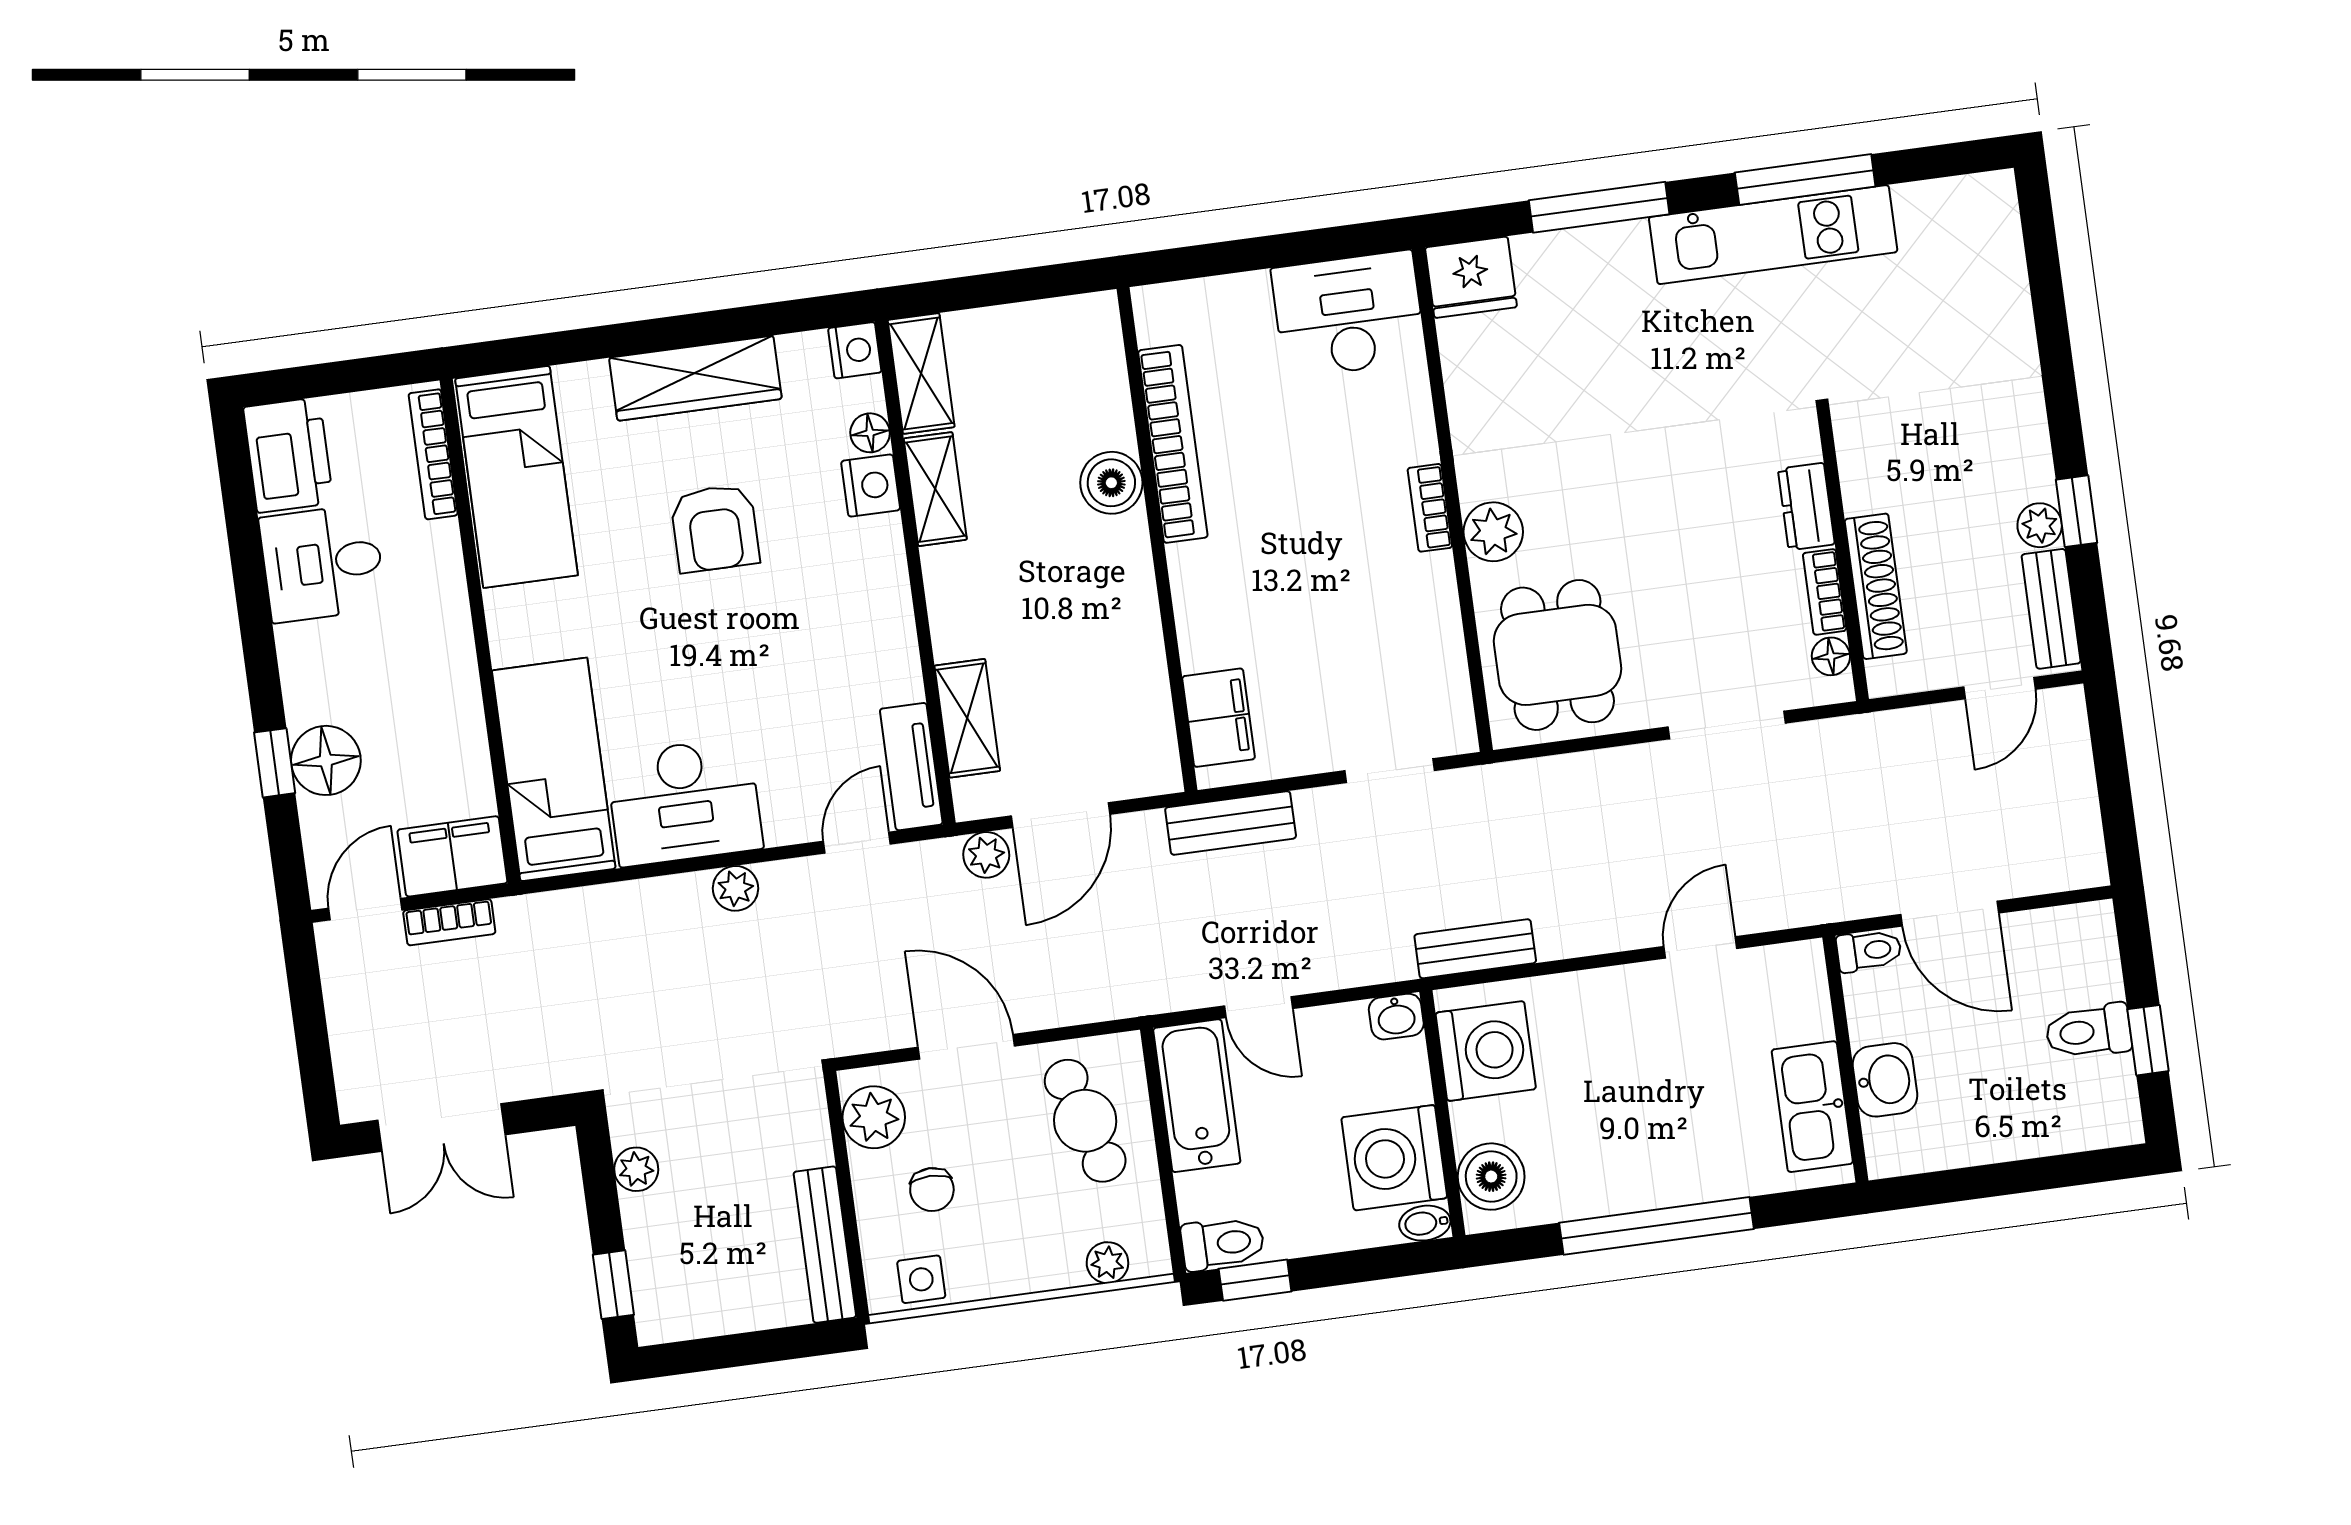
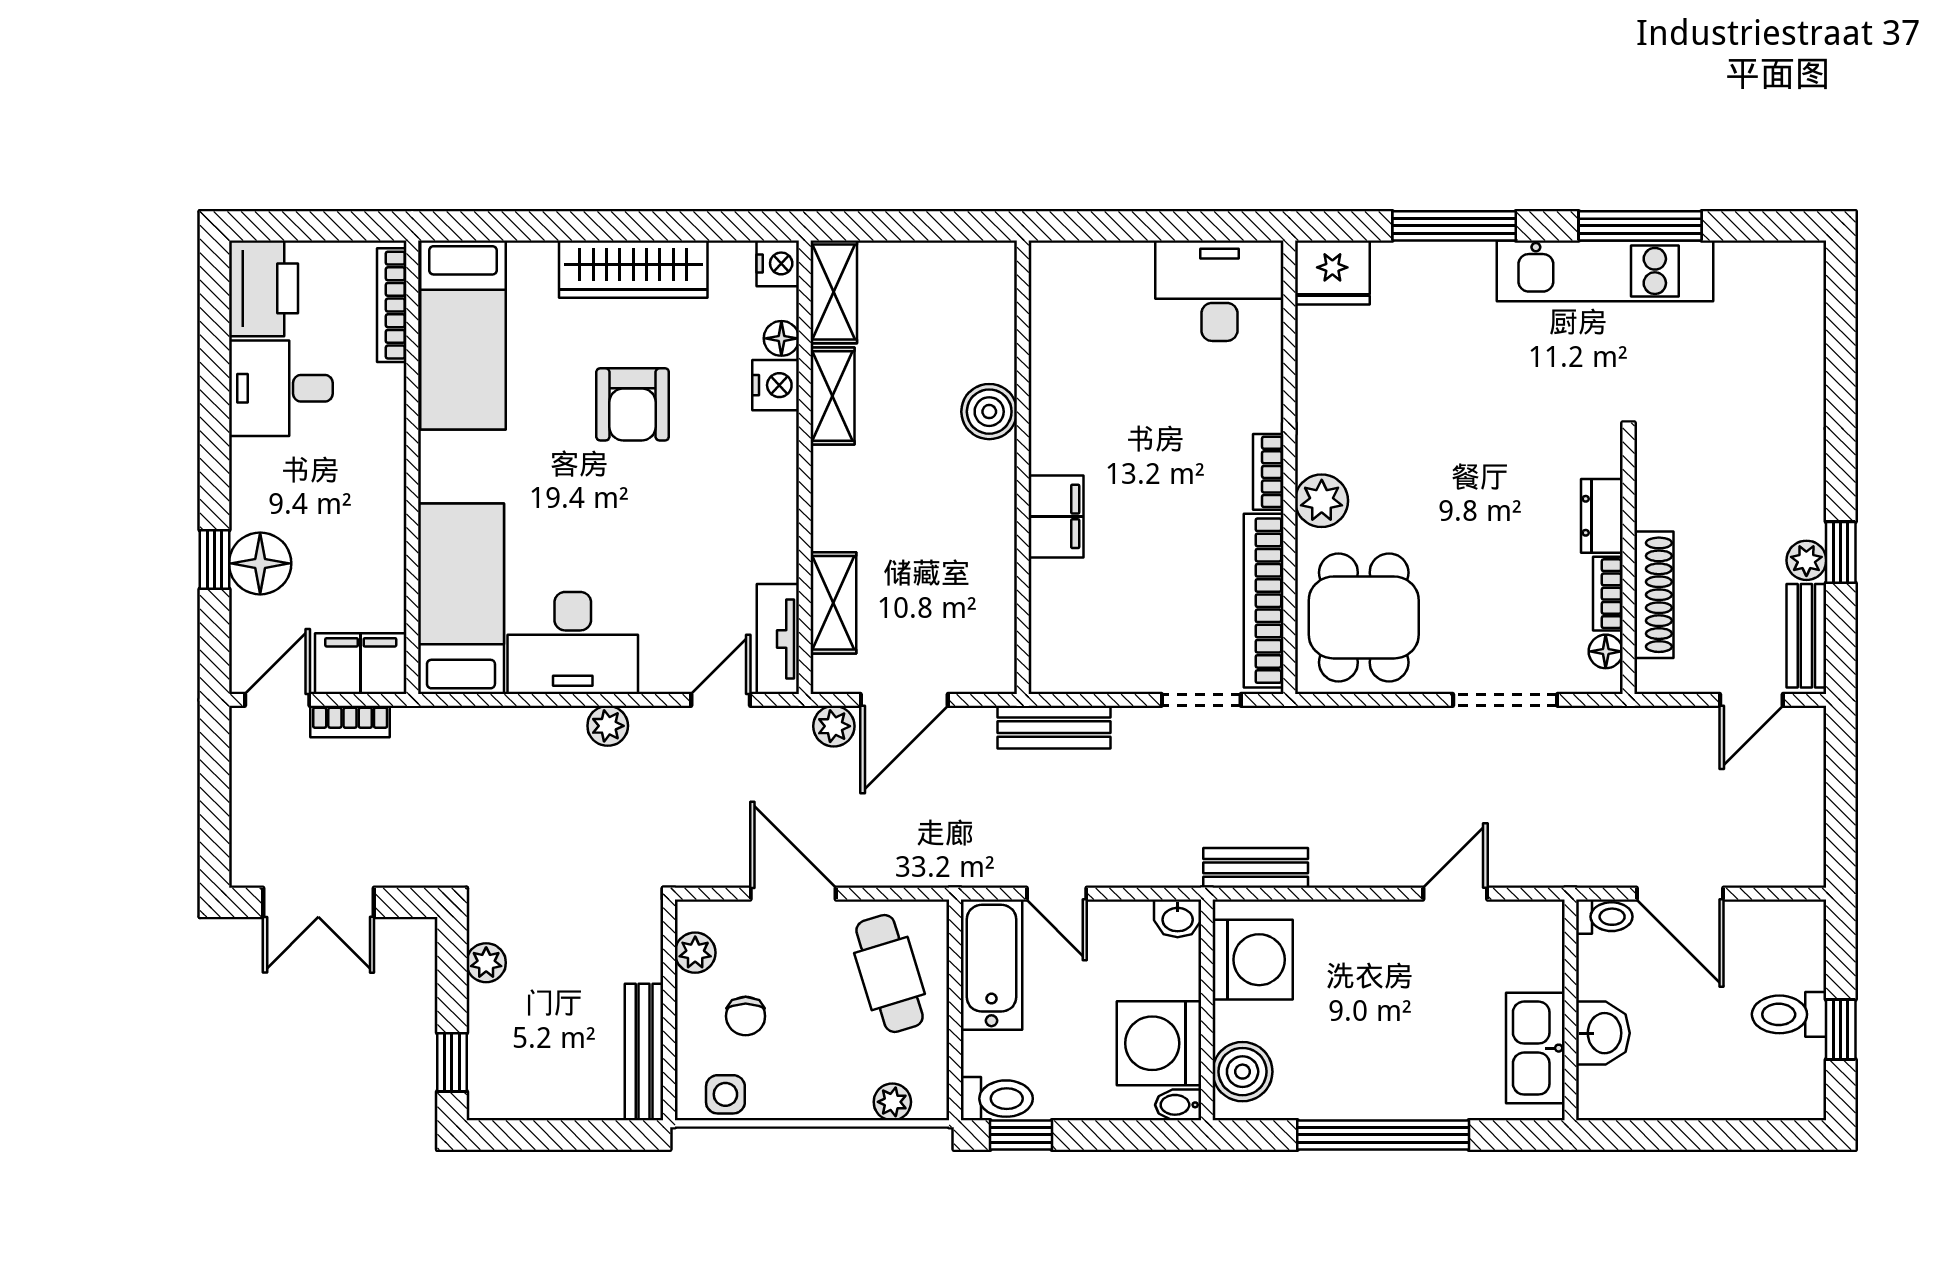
bookcase: (1173, 444) -> (1264, 601), moved, turned 180
filing cabinet: (1219, 718) -> (1056, 516), moved
plant: (874, 1117) -> (695, 953), width x0.73, depth x0.73

